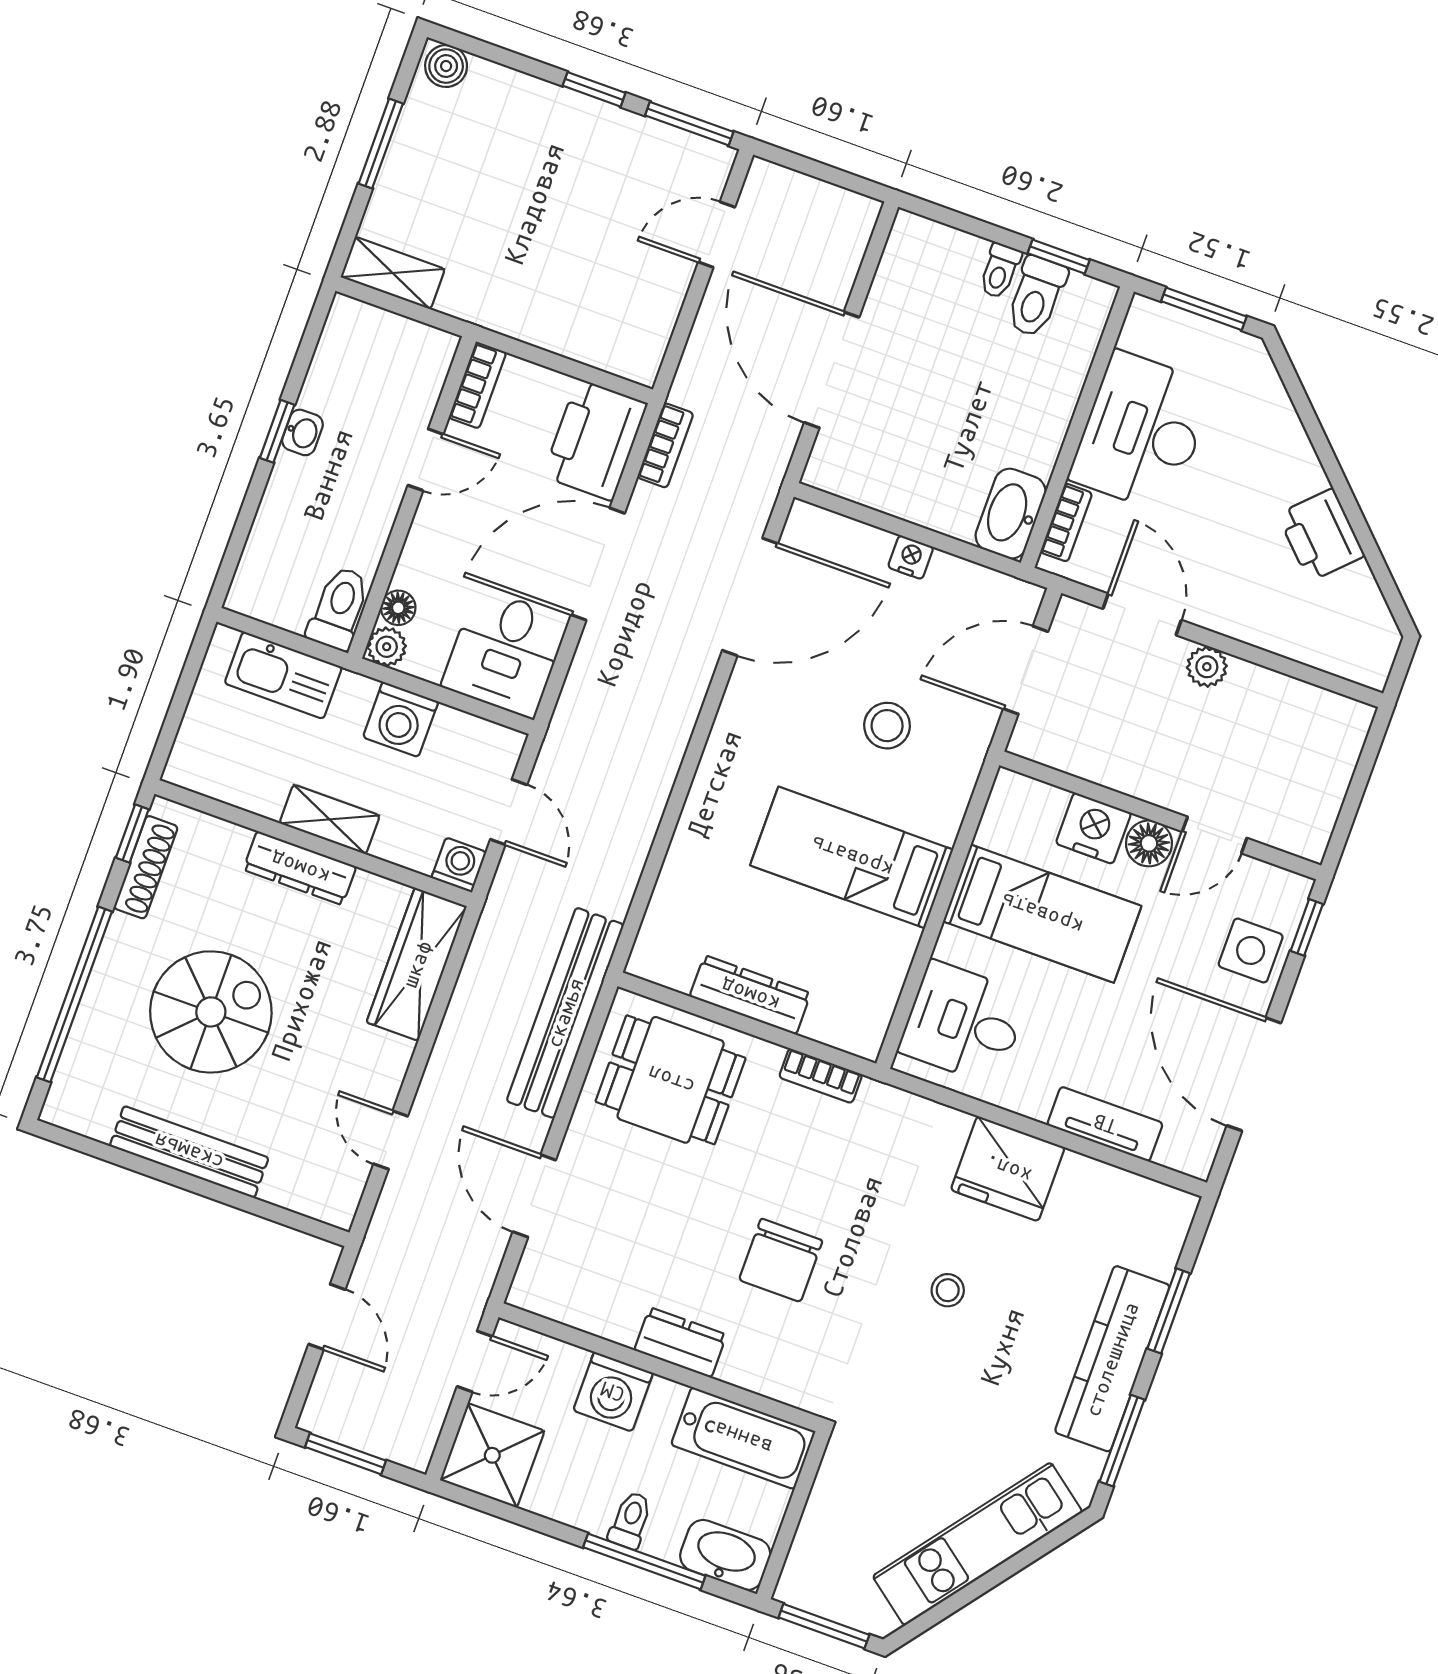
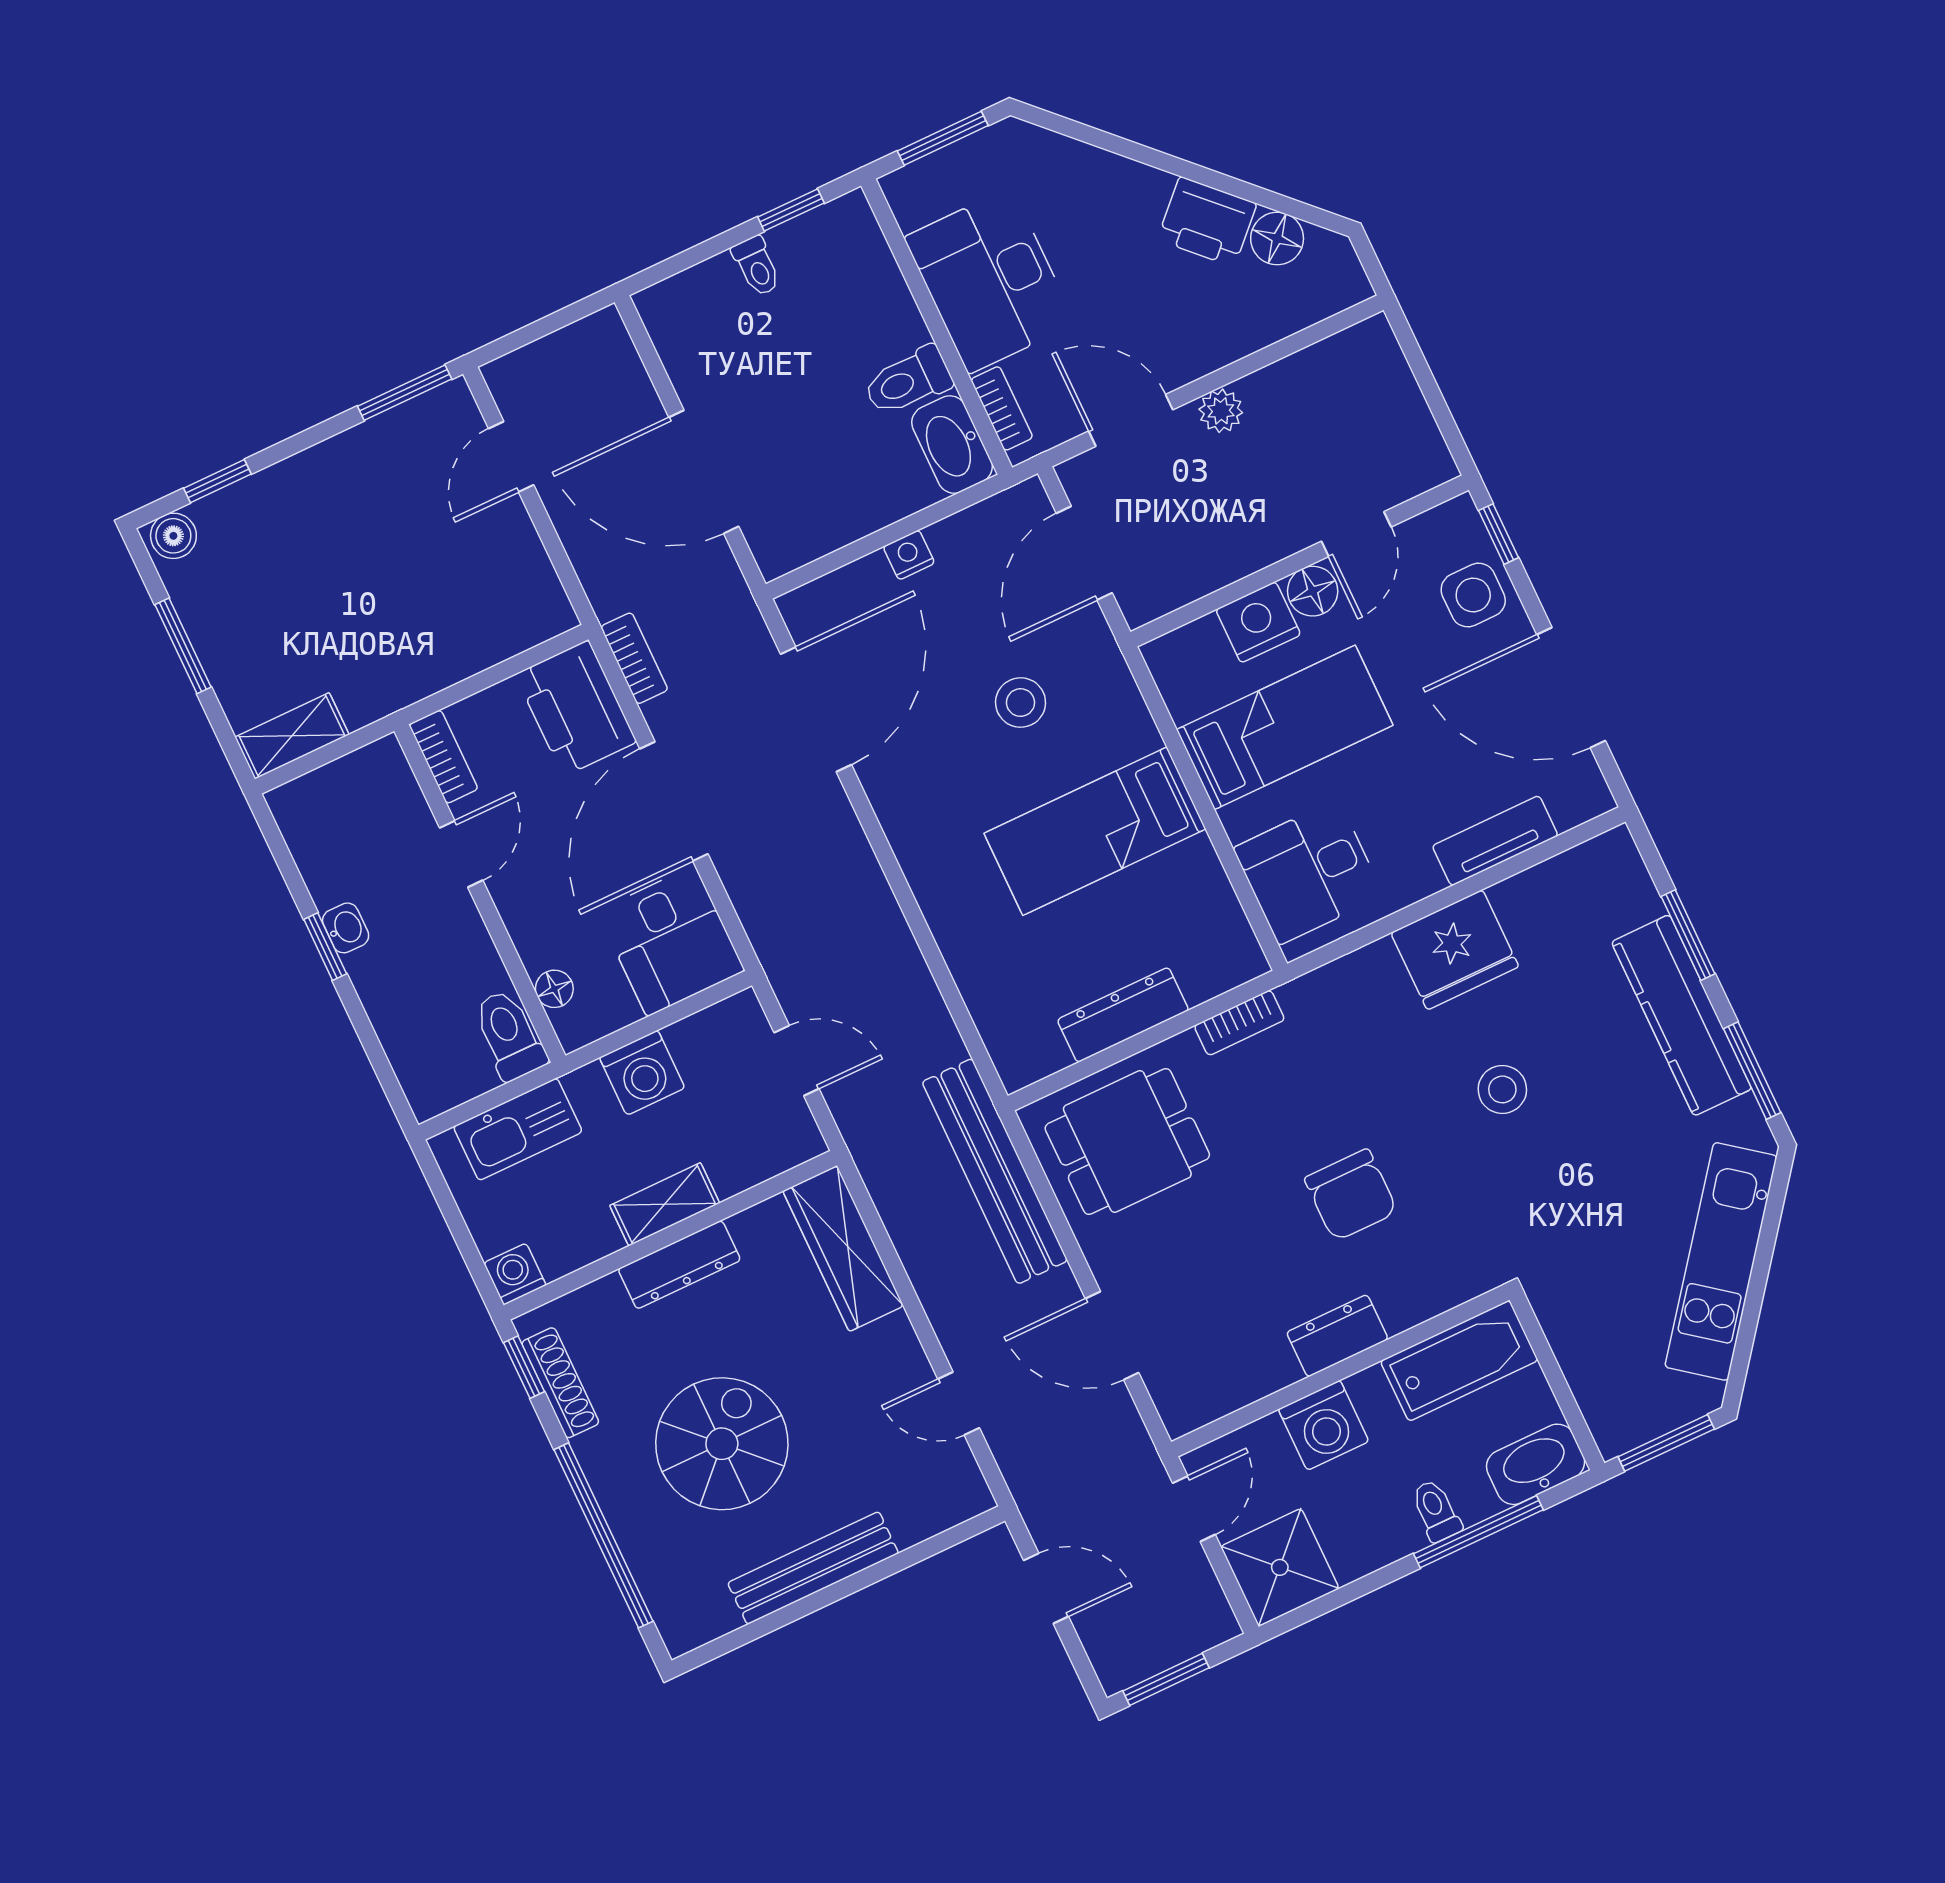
window: (594, 89) -> (217, 481), moved
toilet: (1036, 297) -> (908, 381), moved, turned 90
floor lamp: (1356, 592) -> (1277, 239), added
plant: (387, 647) -> (575, 1028), removed
washing machine: (459, 865) -> (515, 1274), moved
stool: (948, 1290) -> (1502, 1089), width x1.37, depth x1.37

